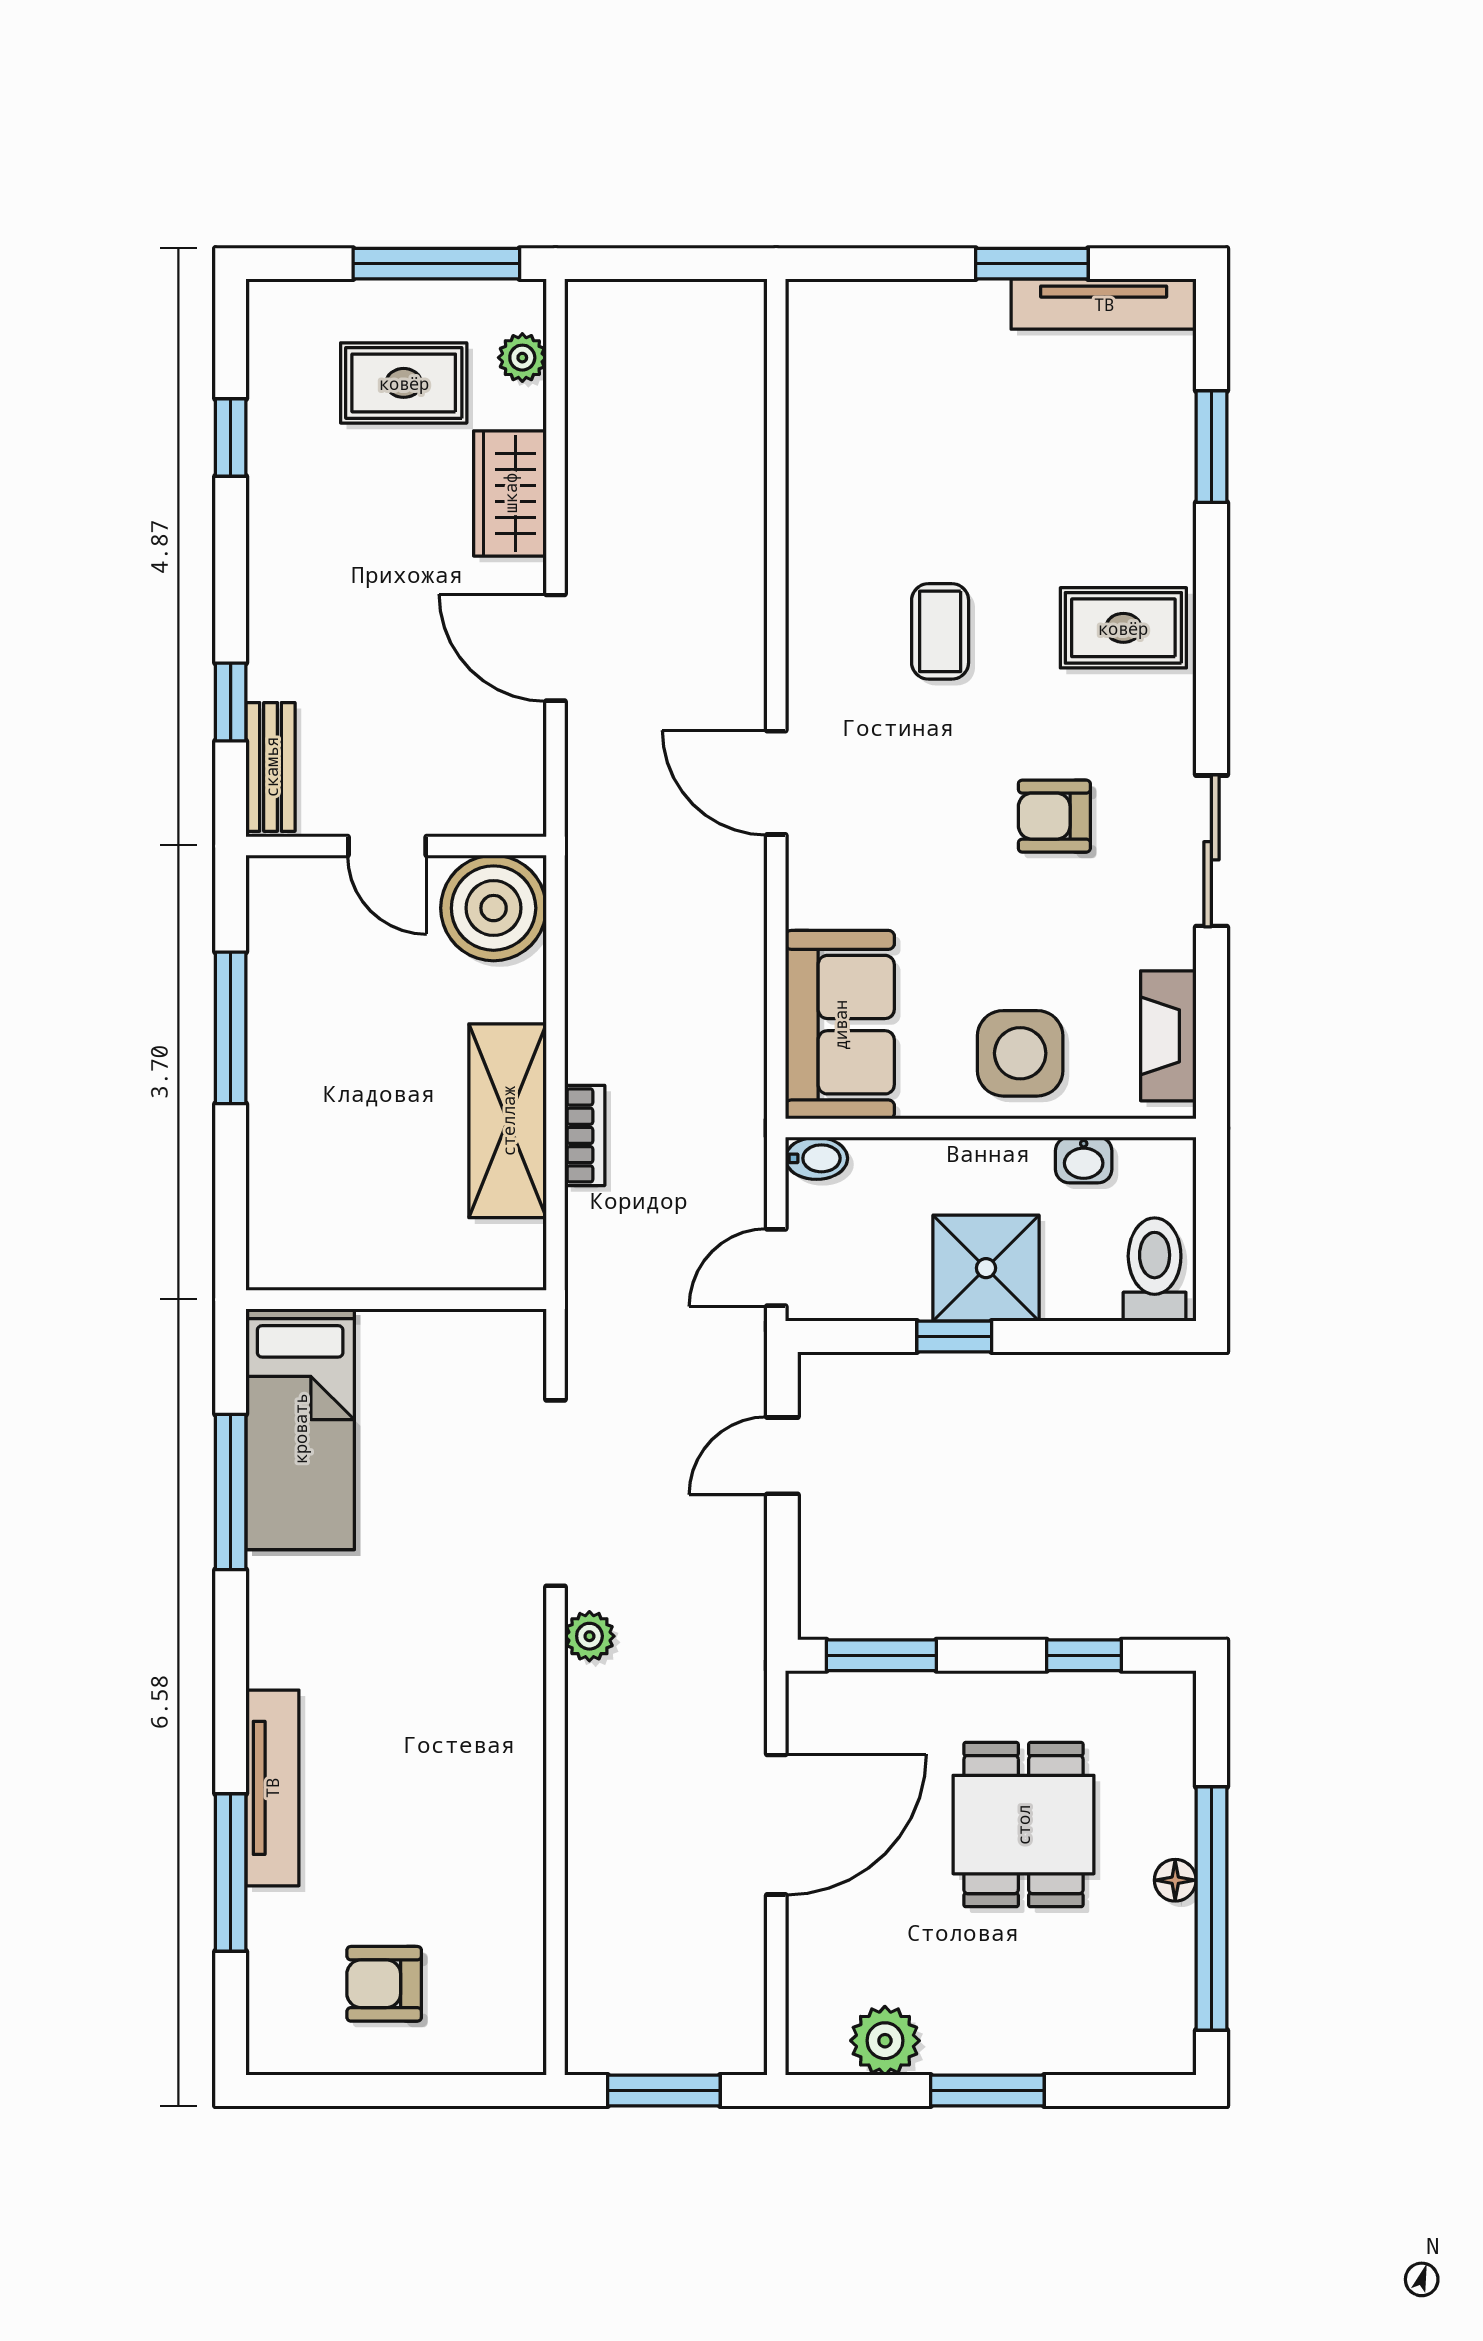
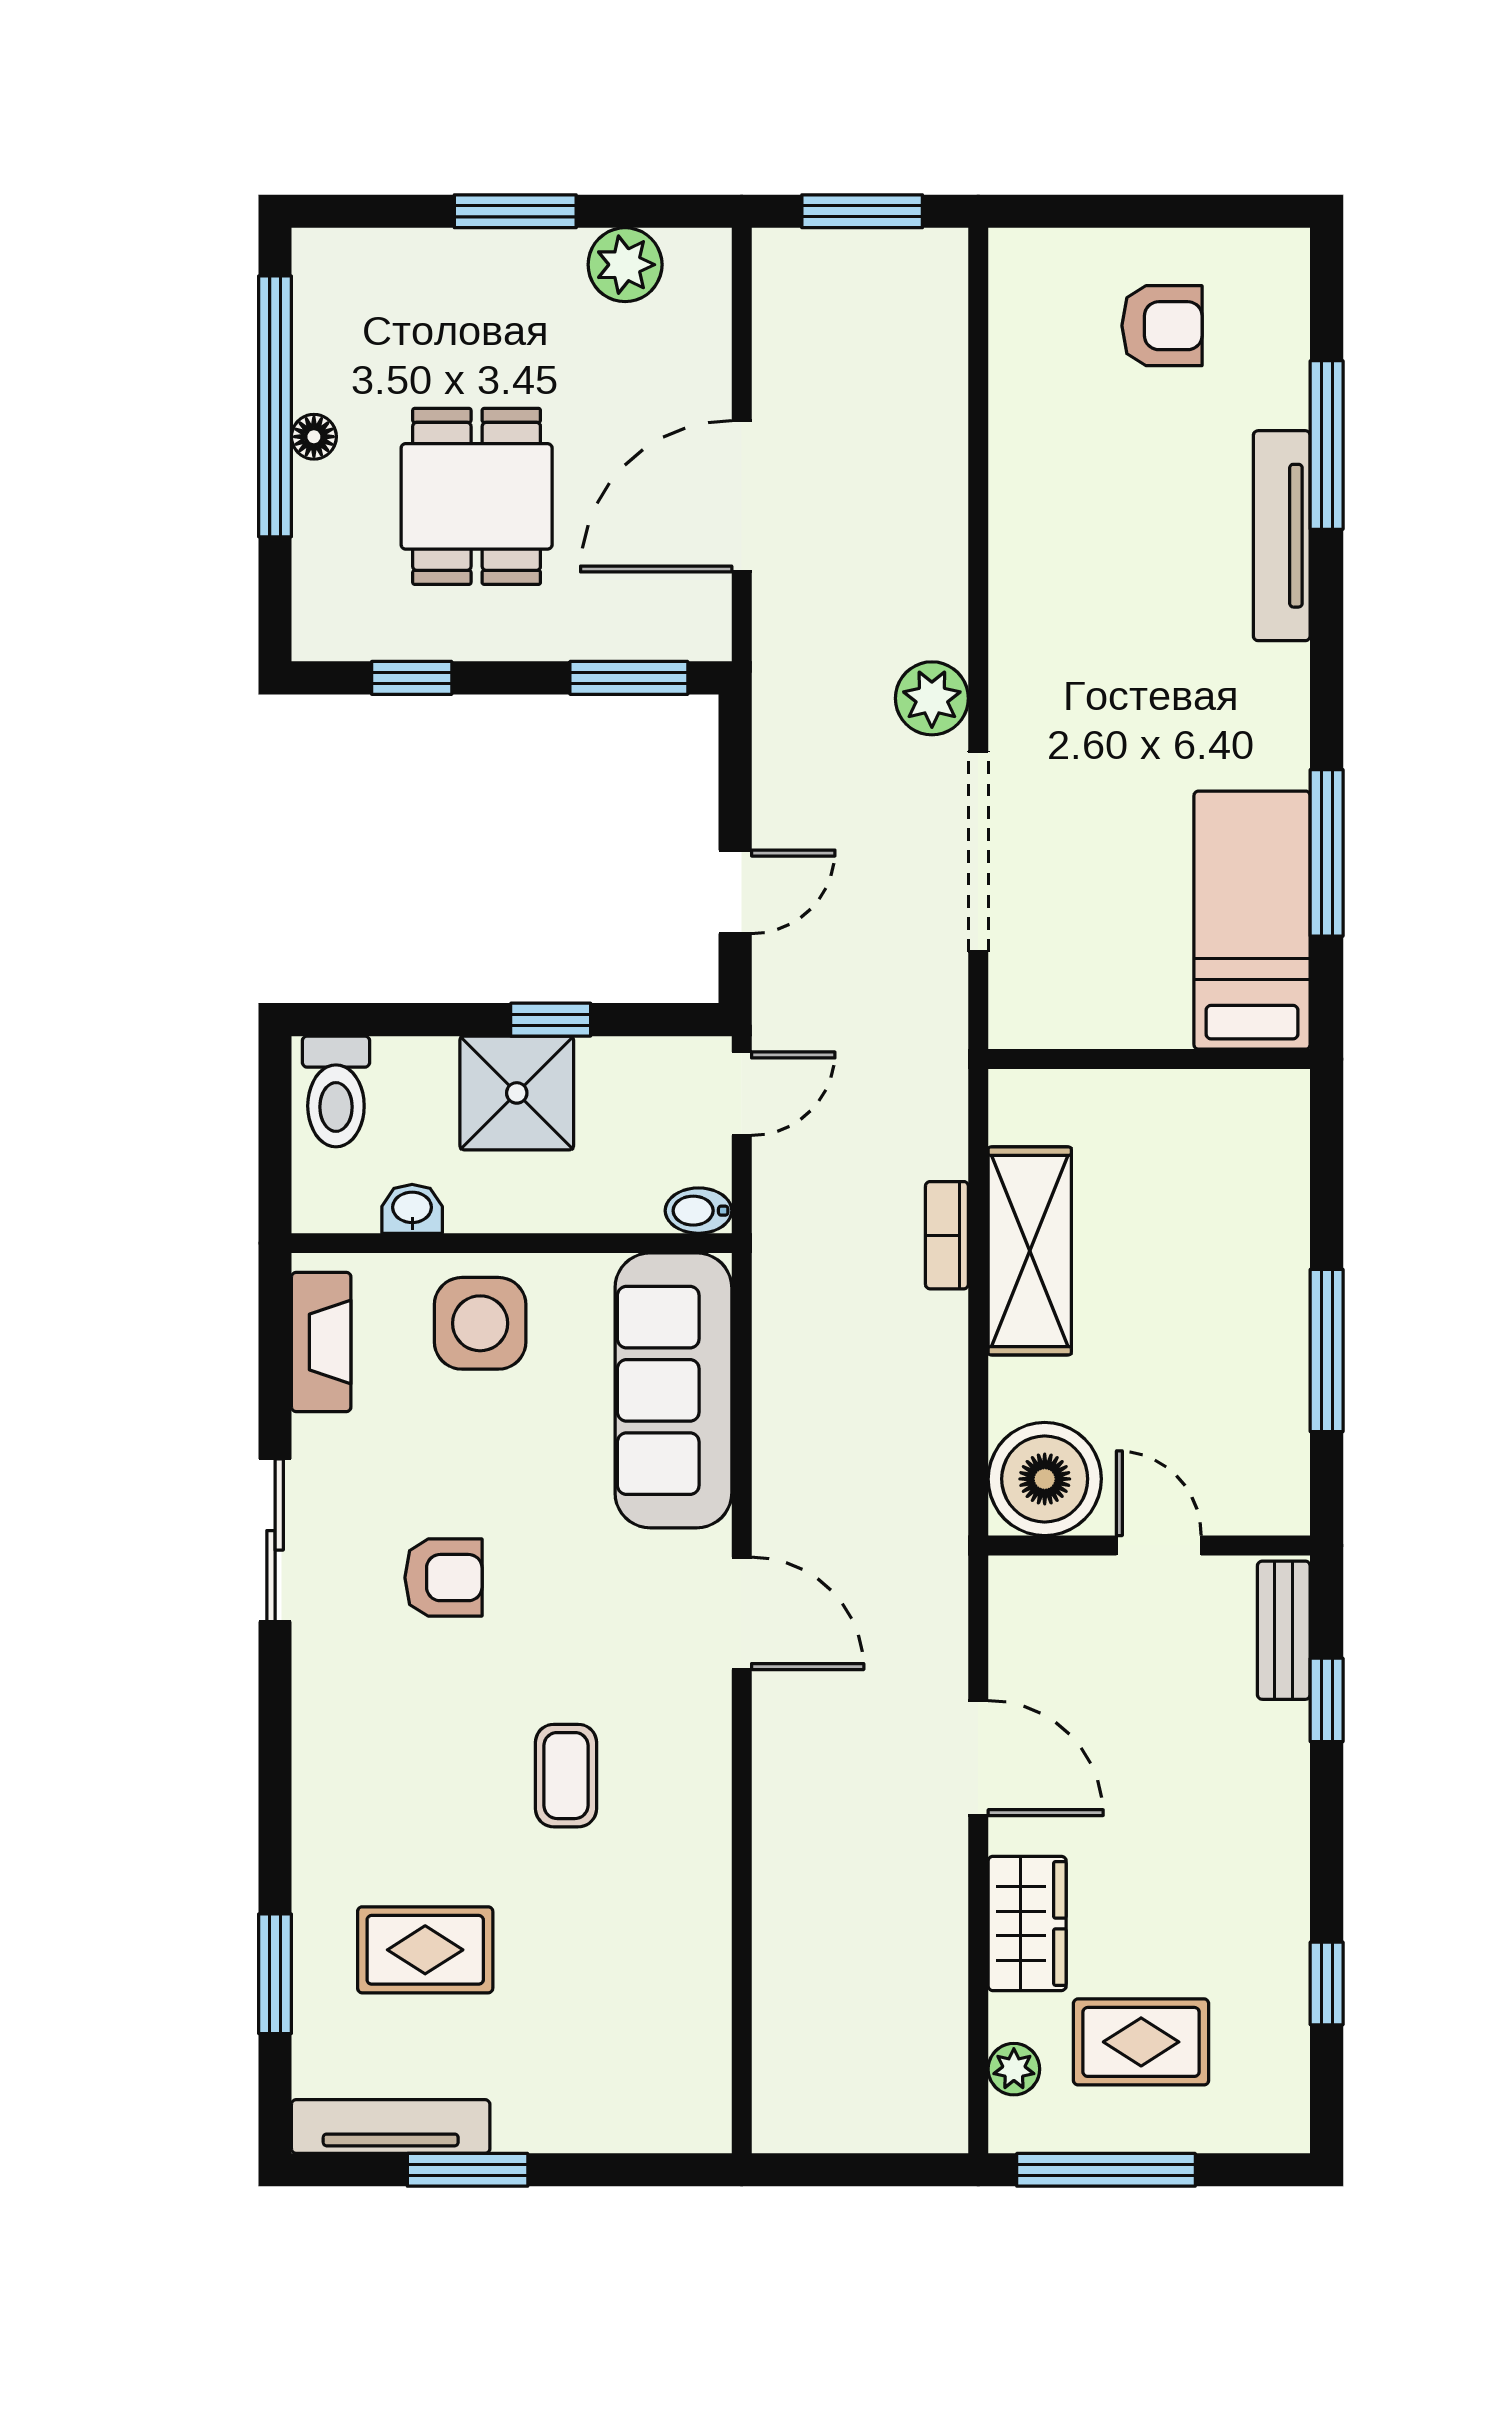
rug: (1123, 628) -> (425, 1950), moved
sofa: (840, 1025) -> (673, 1390), width x1.36
plant: (589, 1636) -> (932, 698), width x1.38, depth x1.38

